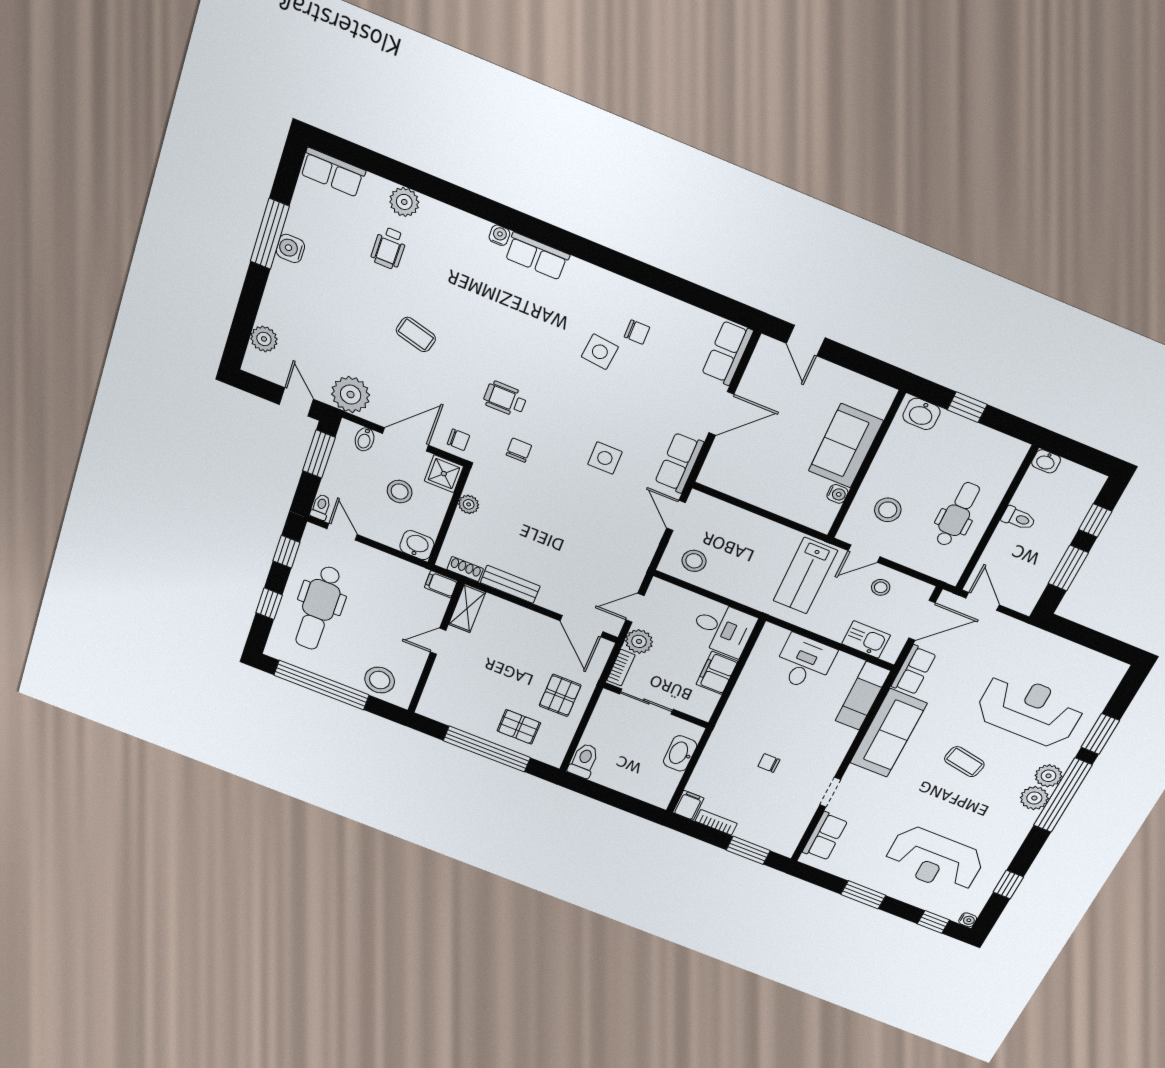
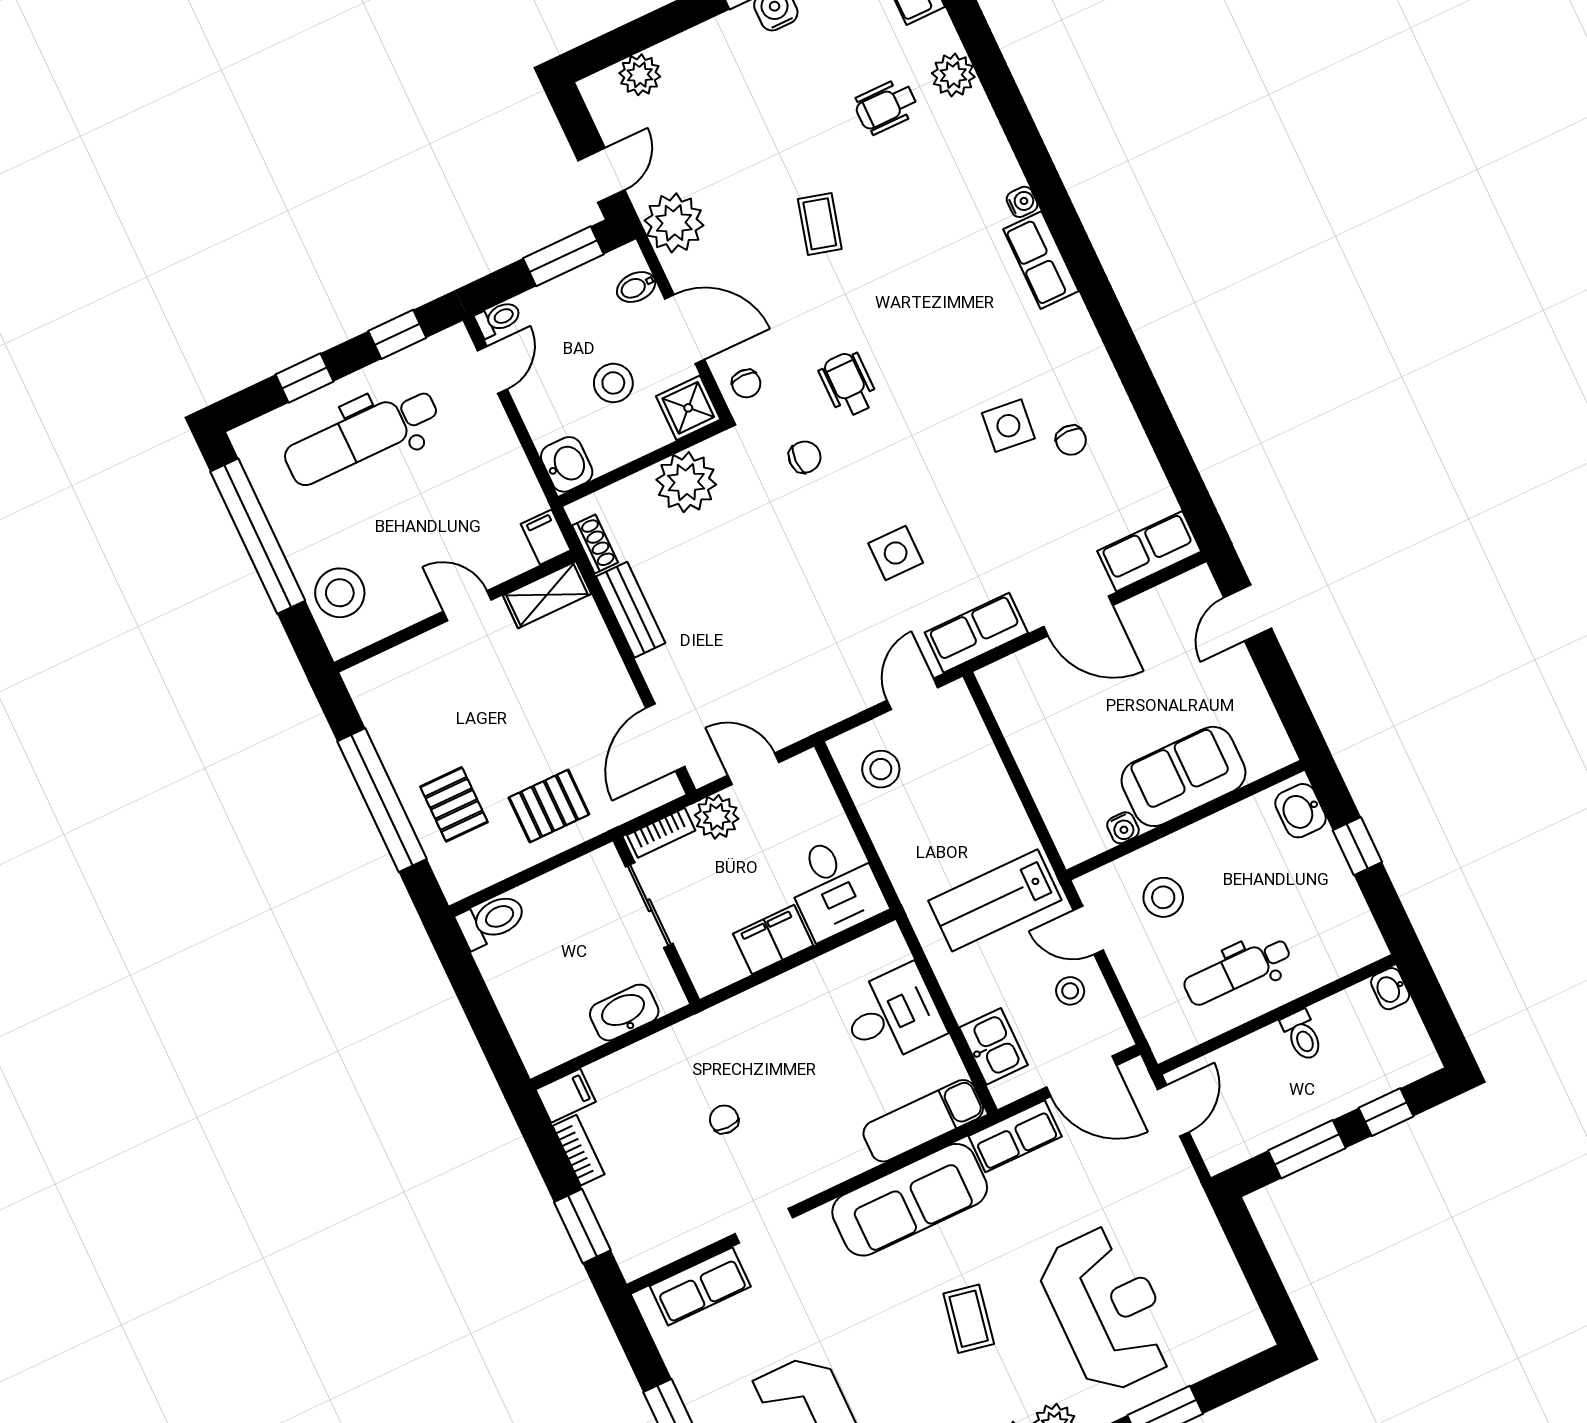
plant: (469, 504) -> (686, 482), width x1.87, depth x1.87
dental chair: (957, 514) -> (1237, 971), turned 180

